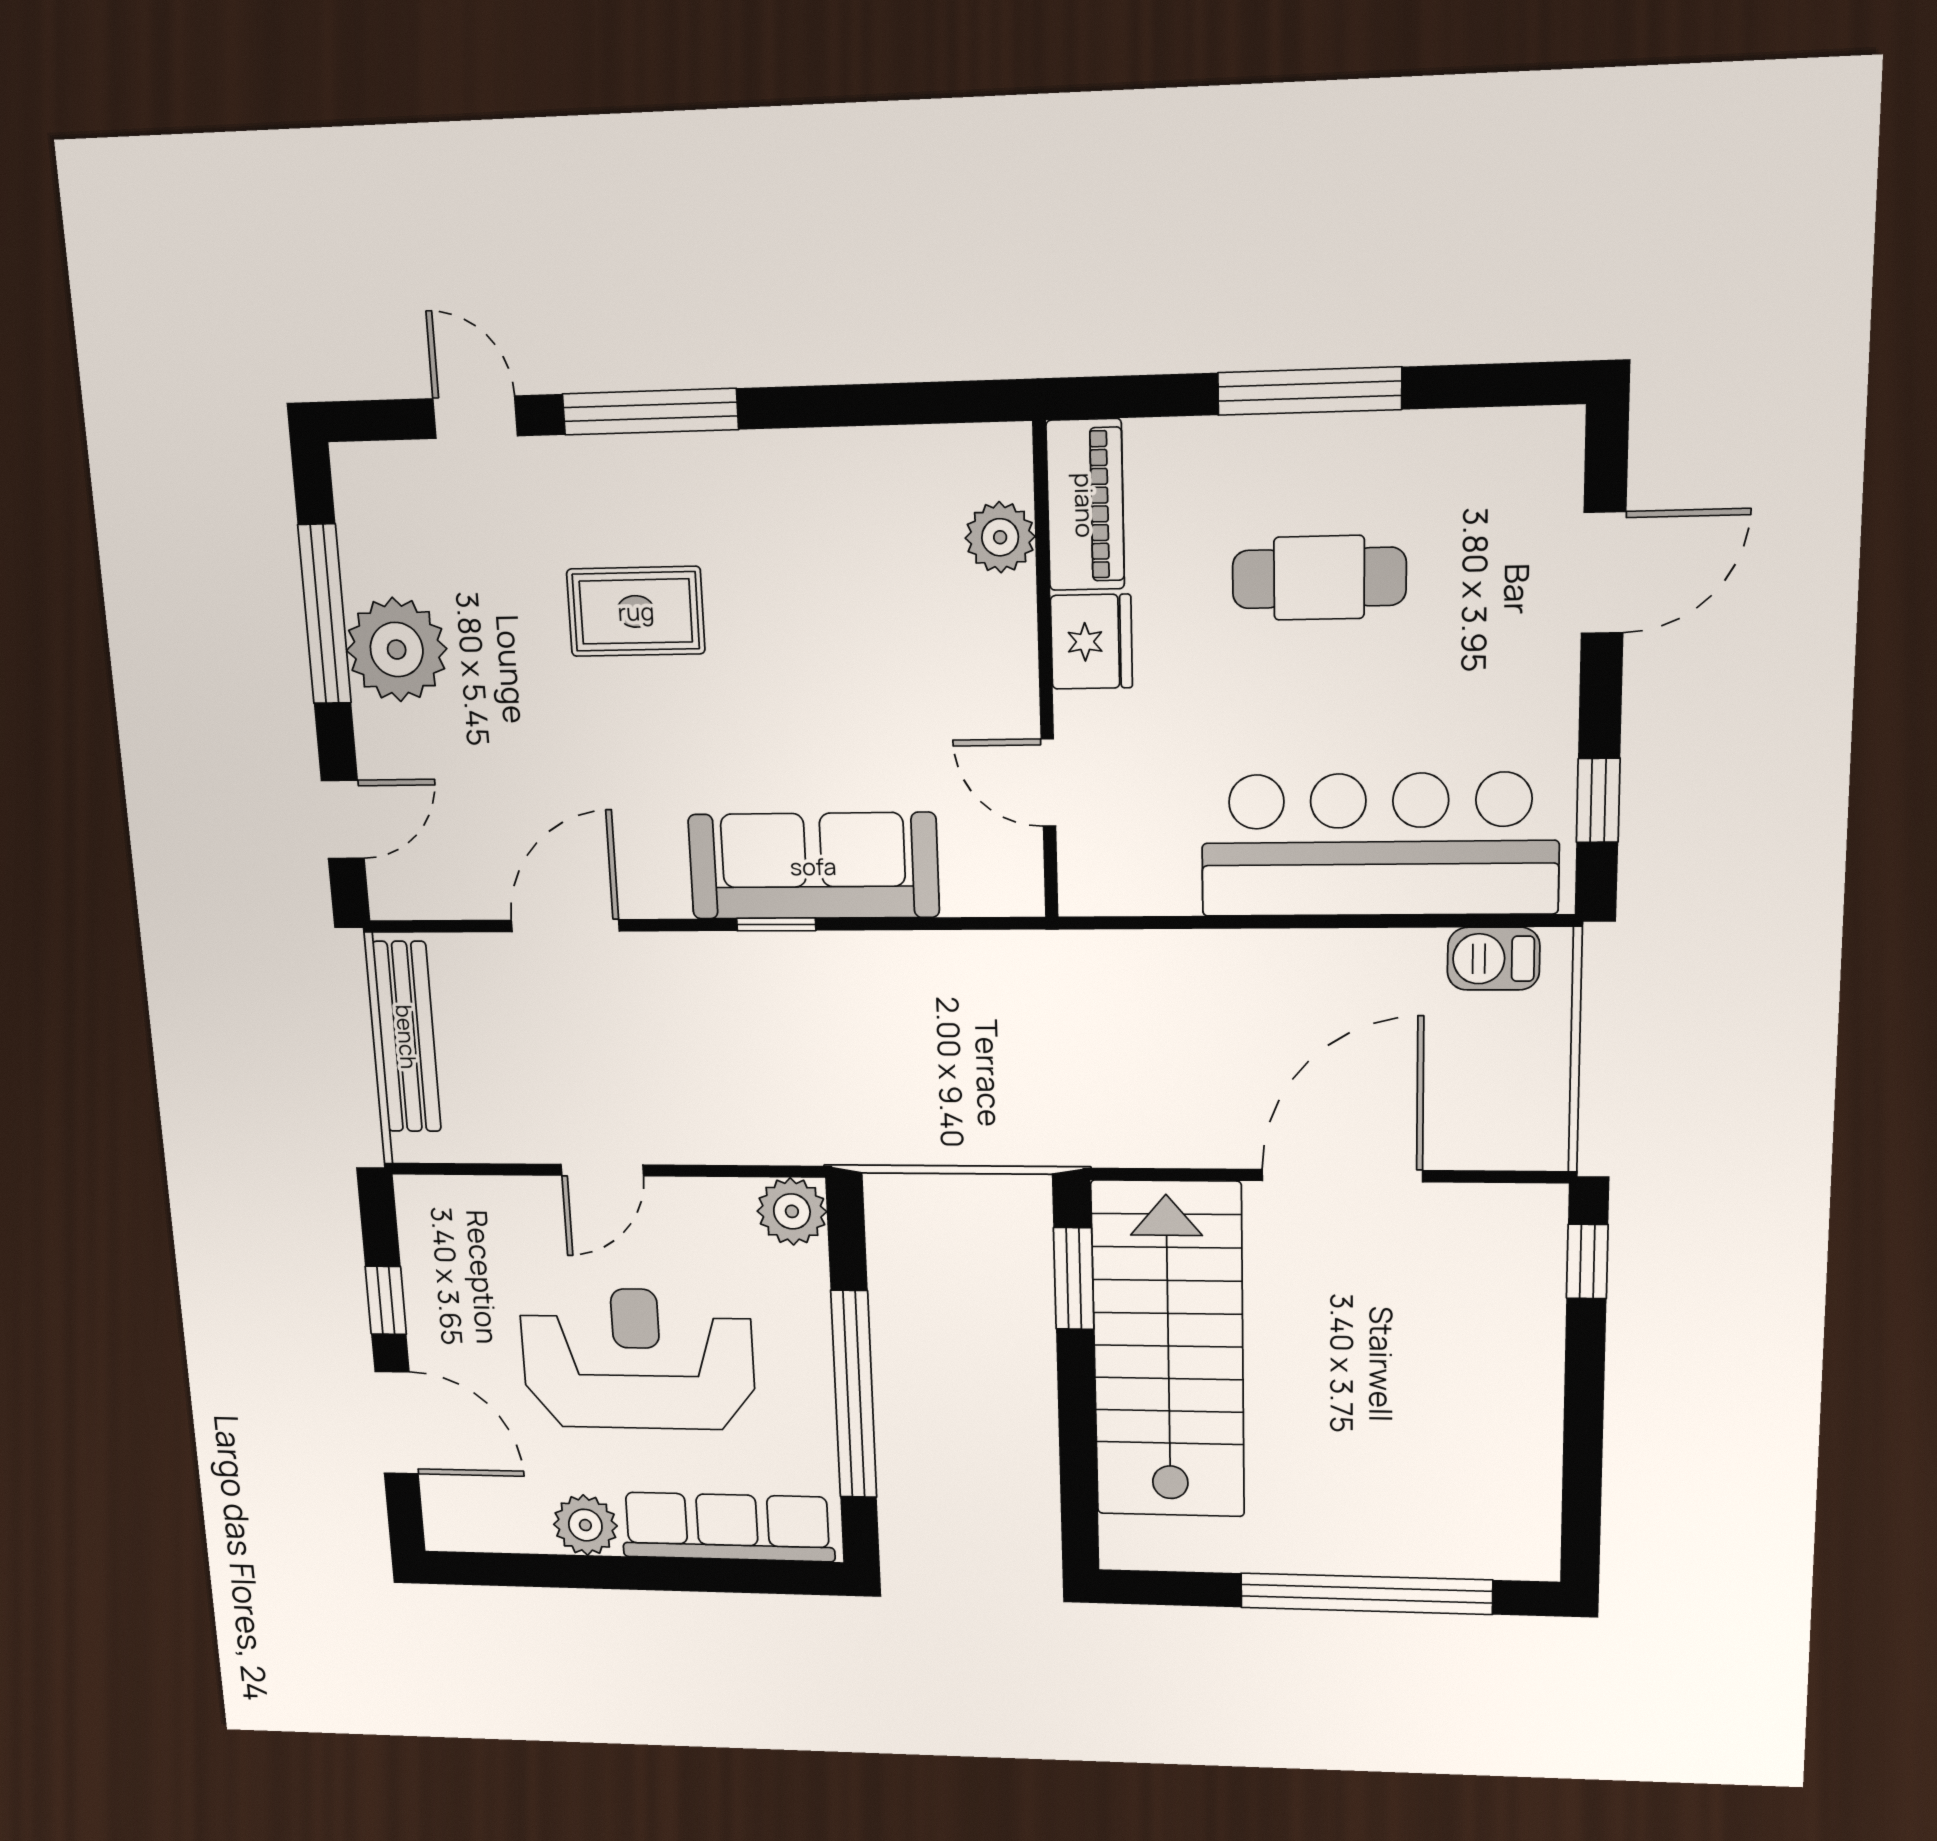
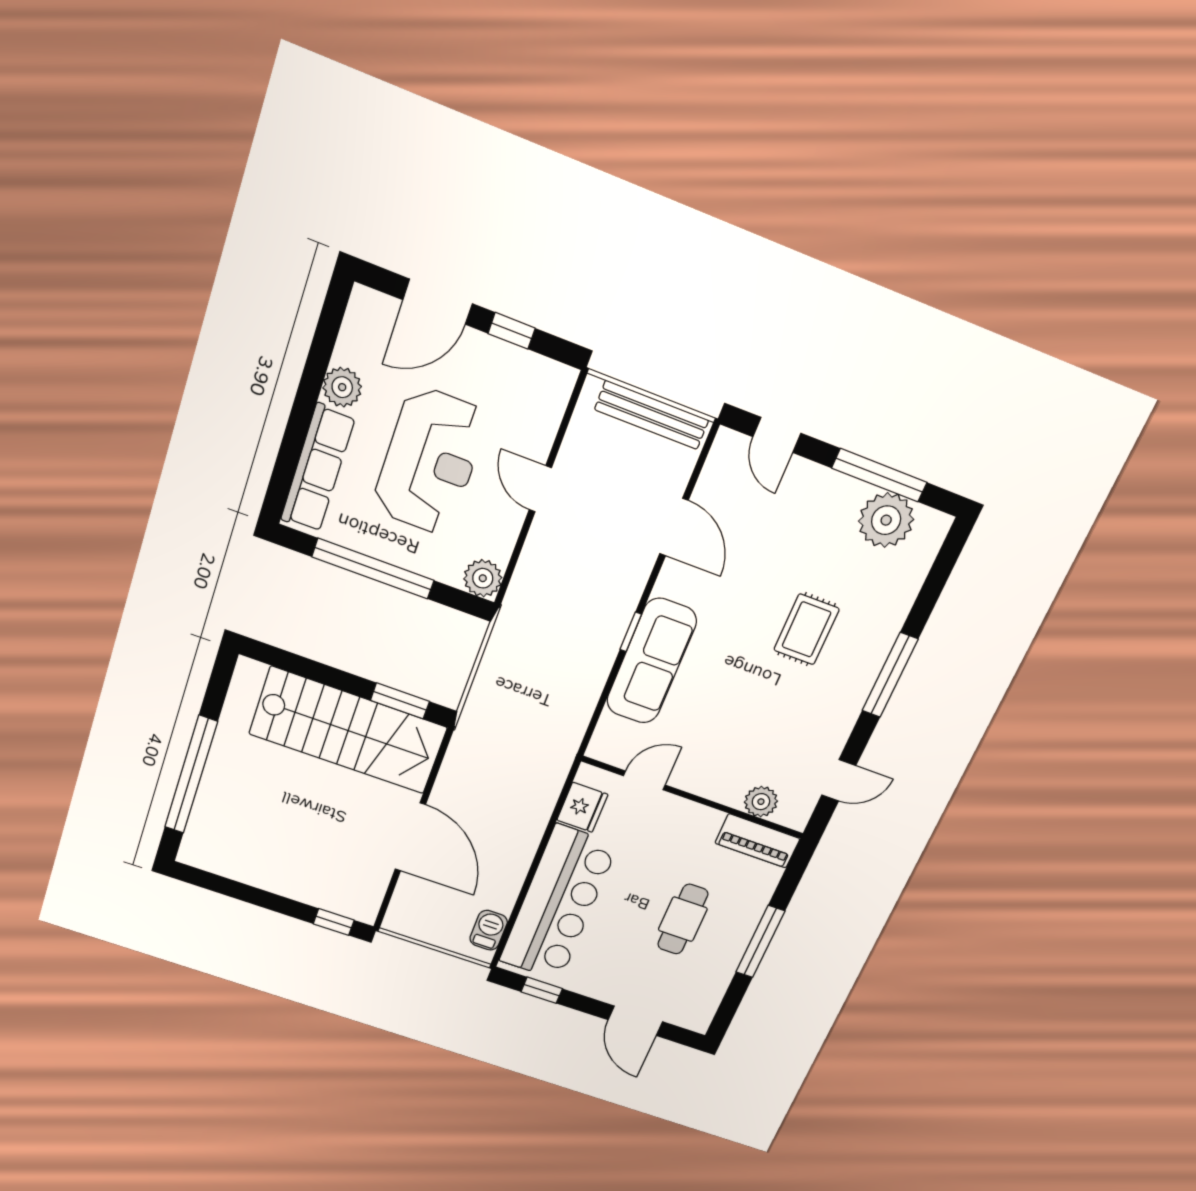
door: (475, 417) -> (839, 780), moved
fridge: (1091, 642) -> (582, 807), moved, turned -90
plant: (397, 650) -> (886, 520), moved

